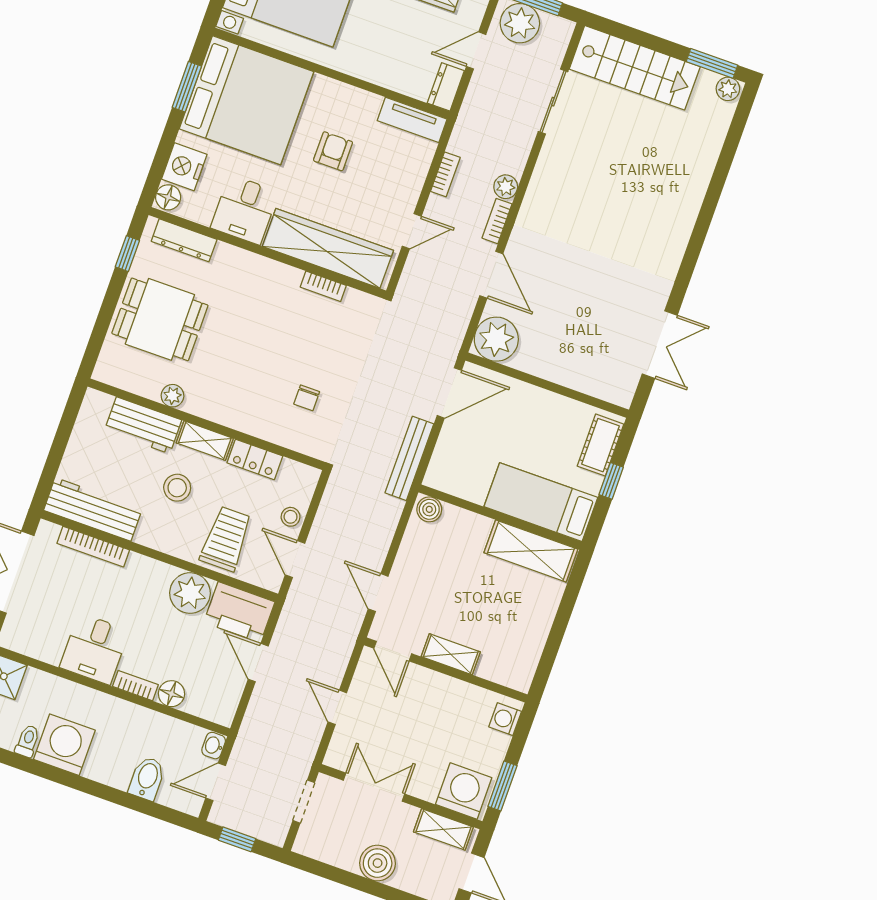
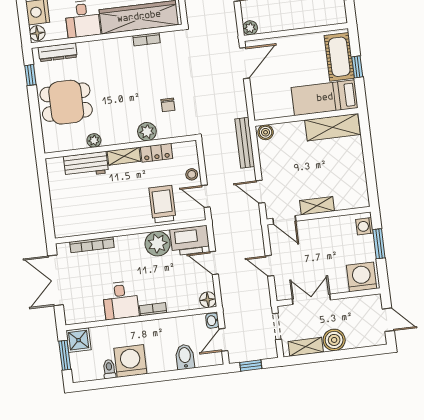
plant: (496, 339) -> (250, 28), width x0.53, depth x0.53
plant: (256, 422) -> (147, 132), added
cot: (601, 445) -> (339, 57), width x1.37, depth x1.34
bench: (409, 458) -> (245, 143), moved
stool: (177, 488) -> (122, 189), removed
workbench: (93, 509) -> (82, 224), removed
floor lamp: (172, 694) -> (208, 300), moved
window: (502, 786) -> (379, 244), moved
shelving: (443, 829) -> (306, 347), moved

